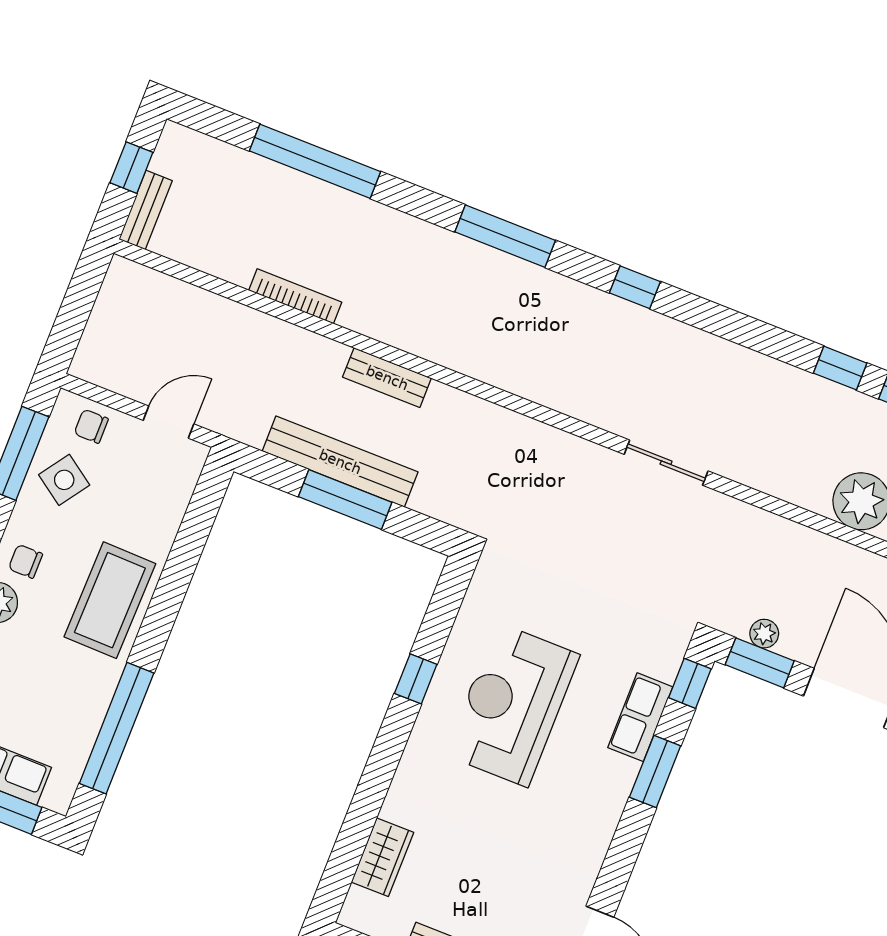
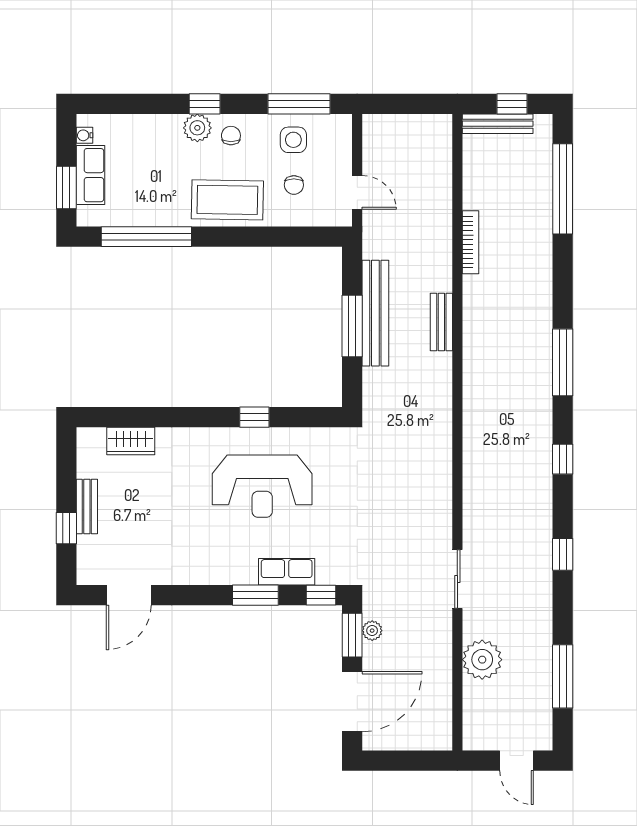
window: (315, 161) -> (563, 189), moved
bench: (146, 210) -> (498, 124), width x1.36
window: (840, 368) -> (563, 554), moved
chair: (91, 426) -> (294, 185), moved, turned 180
sliding door: (666, 463) -> (457, 579), moved
side table: (64, 480) -> (293, 140), turned -35
reception desk: (512, 705) -> (262, 486), turned 180

